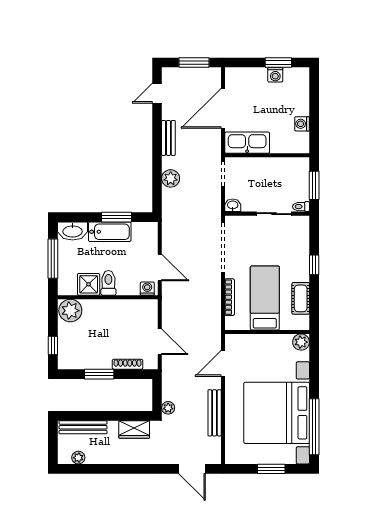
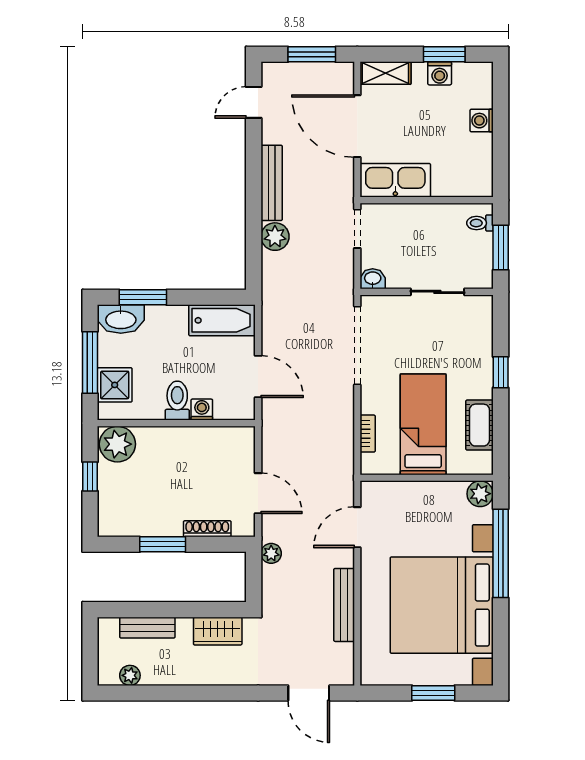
shelving: (241, 74) -> (385, 73), added
door: (223, 108) -> (357, 126), hinge flipped
washing machine: (302, 124) -> (482, 121), moved
bench: (168, 138) -> (272, 183), width x1.36
toilet: (301, 207) -> (480, 223), moved
window: (116, 217) -> (143, 297), moved
bathtub: (110, 232) -> (222, 320), moved
shower: (89, 284) -> (115, 385), moved
washing machine: (147, 289) -> (202, 410), moved
bookcase: (230, 297) -> (368, 434), width x0.64
window: (53, 345) -> (90, 477), moved
plant: (168, 408) -> (271, 553), moved
bench: (83, 427) -> (147, 628), width x0.73
window: (314, 427) -> (501, 553), moved

